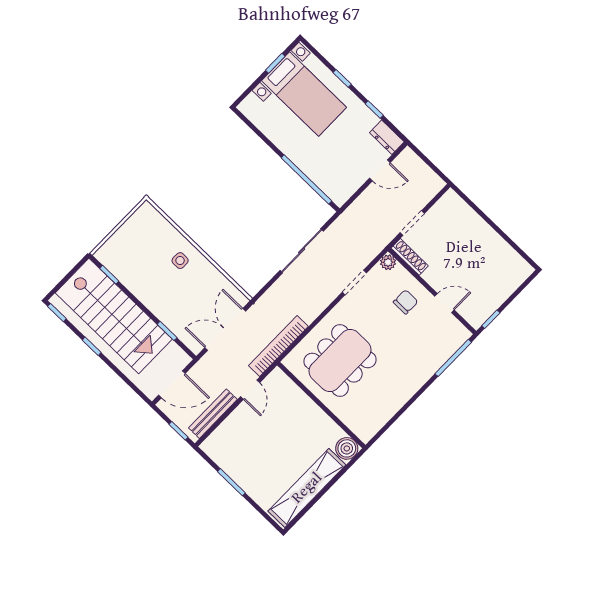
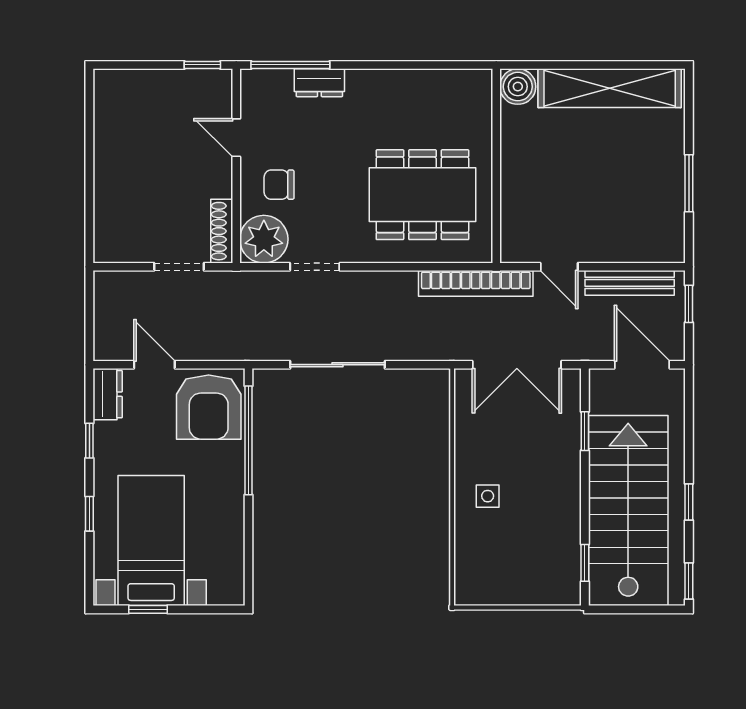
armchair: (338, 176) -> (209, 407), added
plant: (388, 262) -> (264, 239), width x1.88, depth x1.88
dresser: (433, 363) -> (319, 83), added
door: (250, 390) -> (559, 267), swing flipped

